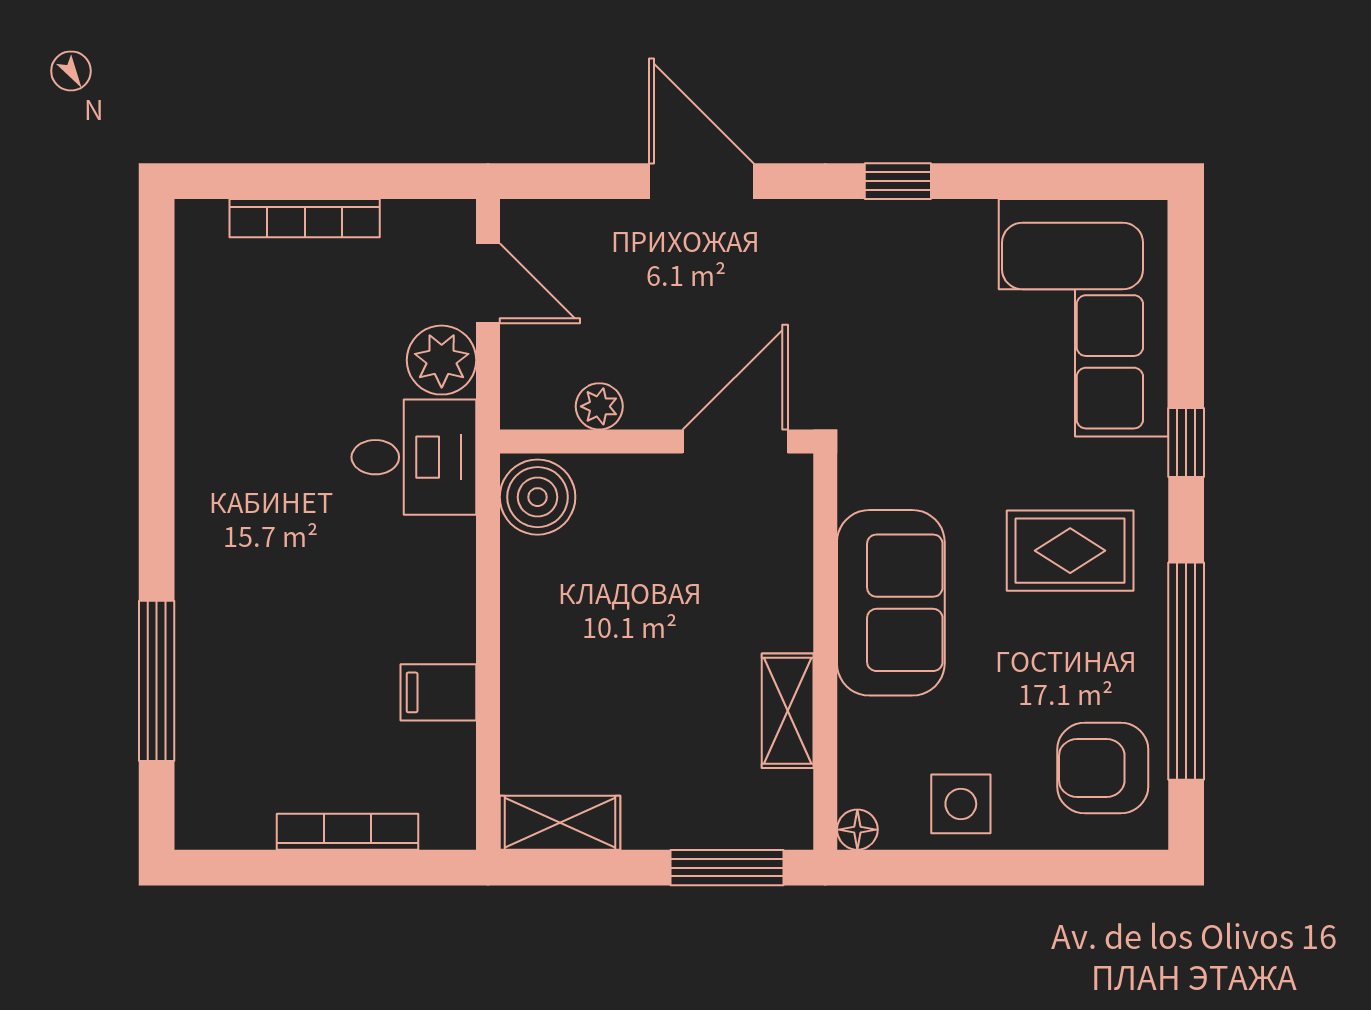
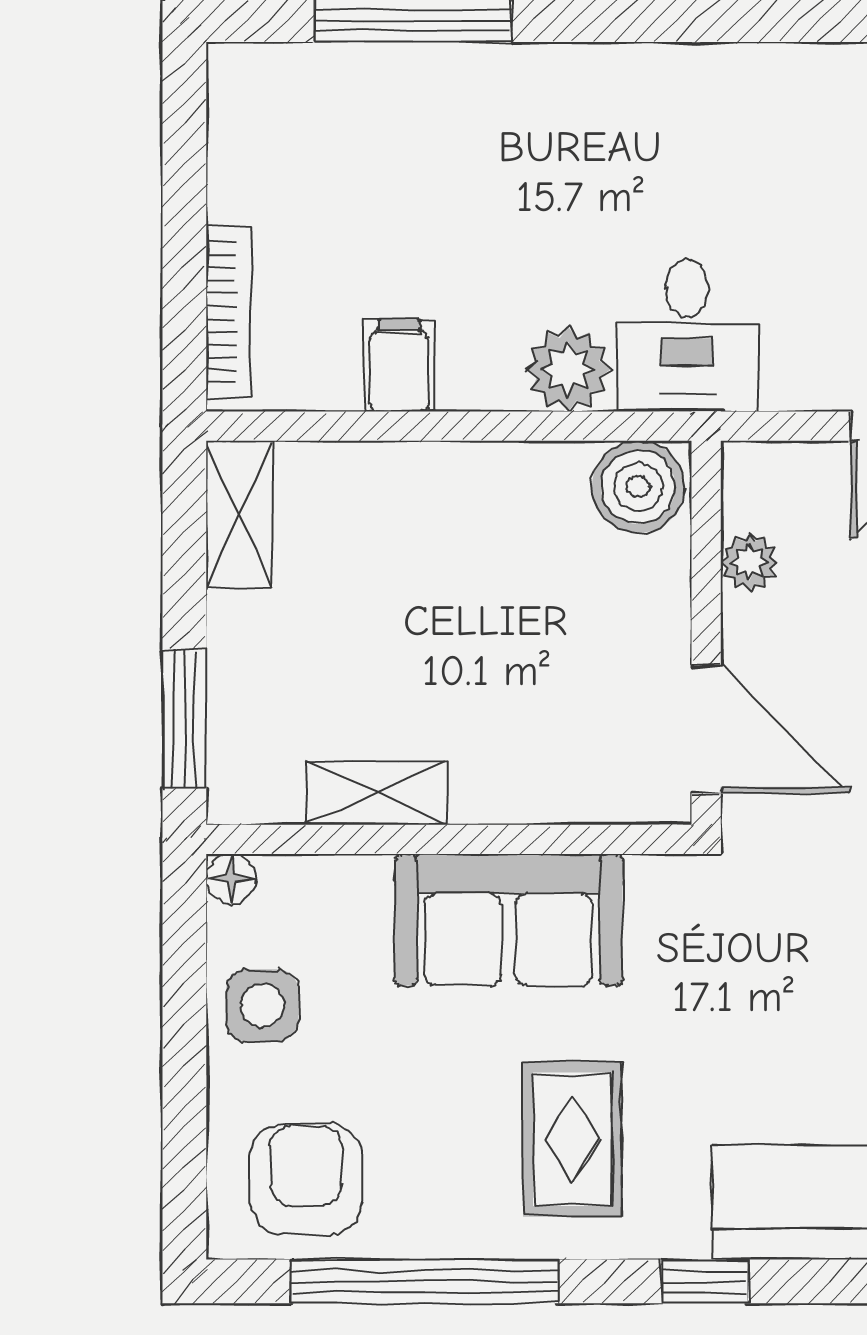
plant: (442, 360) -> (568, 369), moved
bookcase: (348, 832) -> (228, 312), moved

